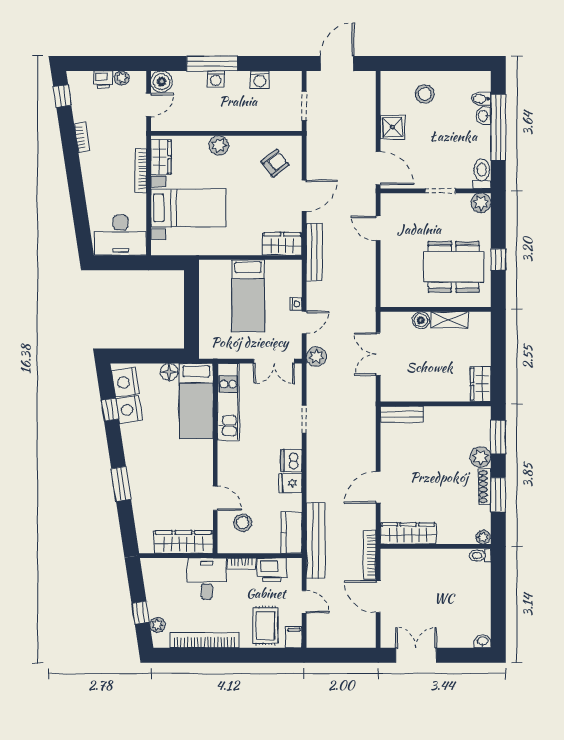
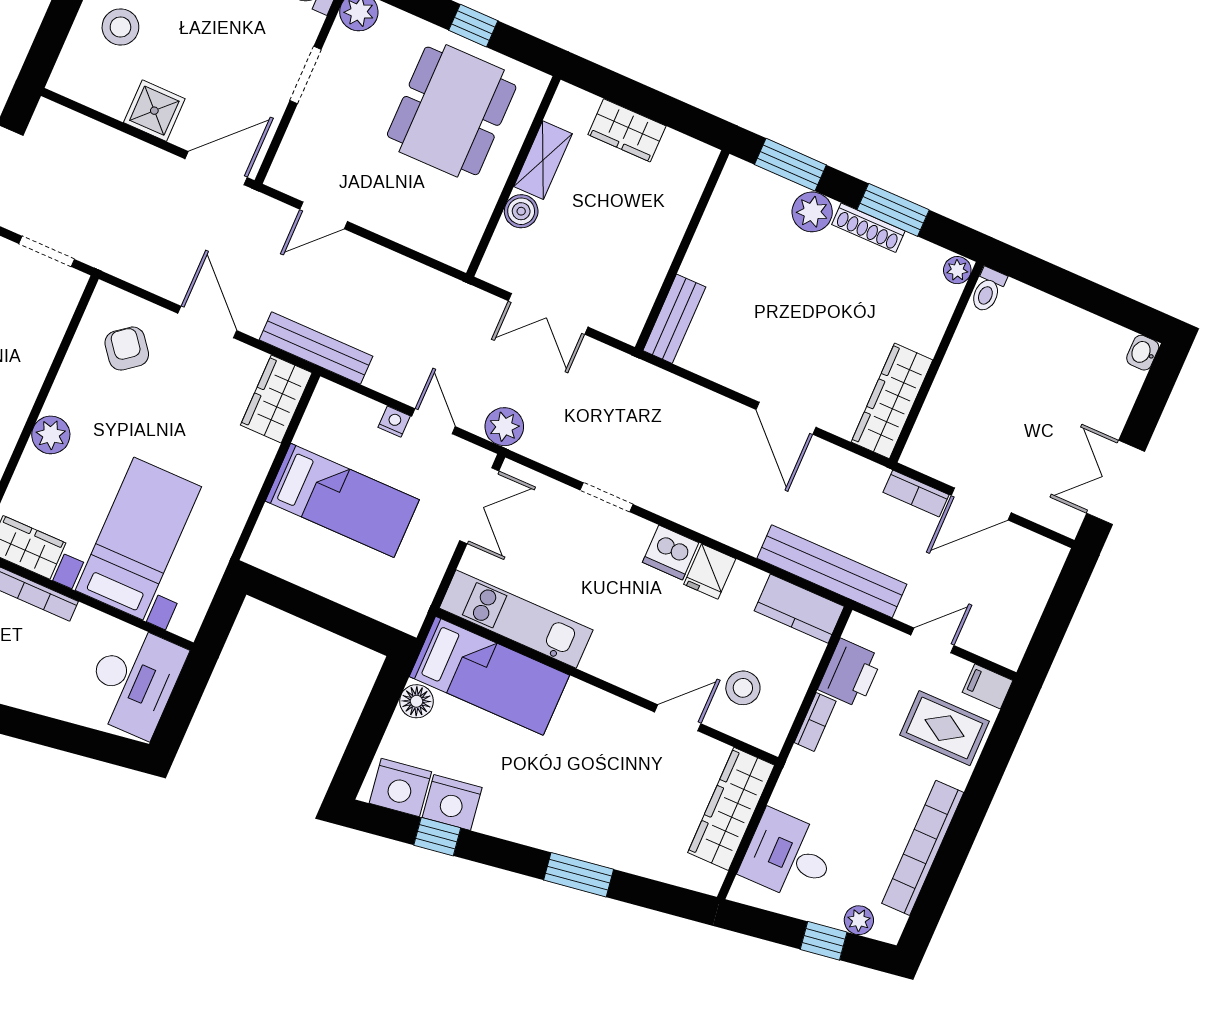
wardrobe: (481, 384) -> (627, 130), moved
bookcase: (370, 555) -> (916, 494), width x0.64
desk: (207, 579) -> (789, 856), moved

